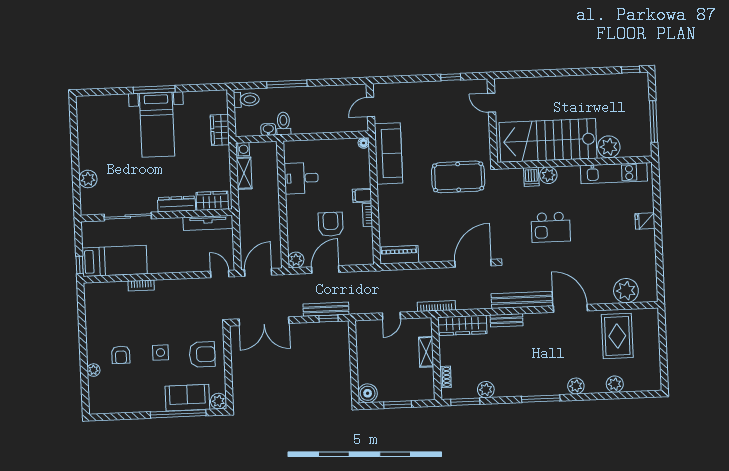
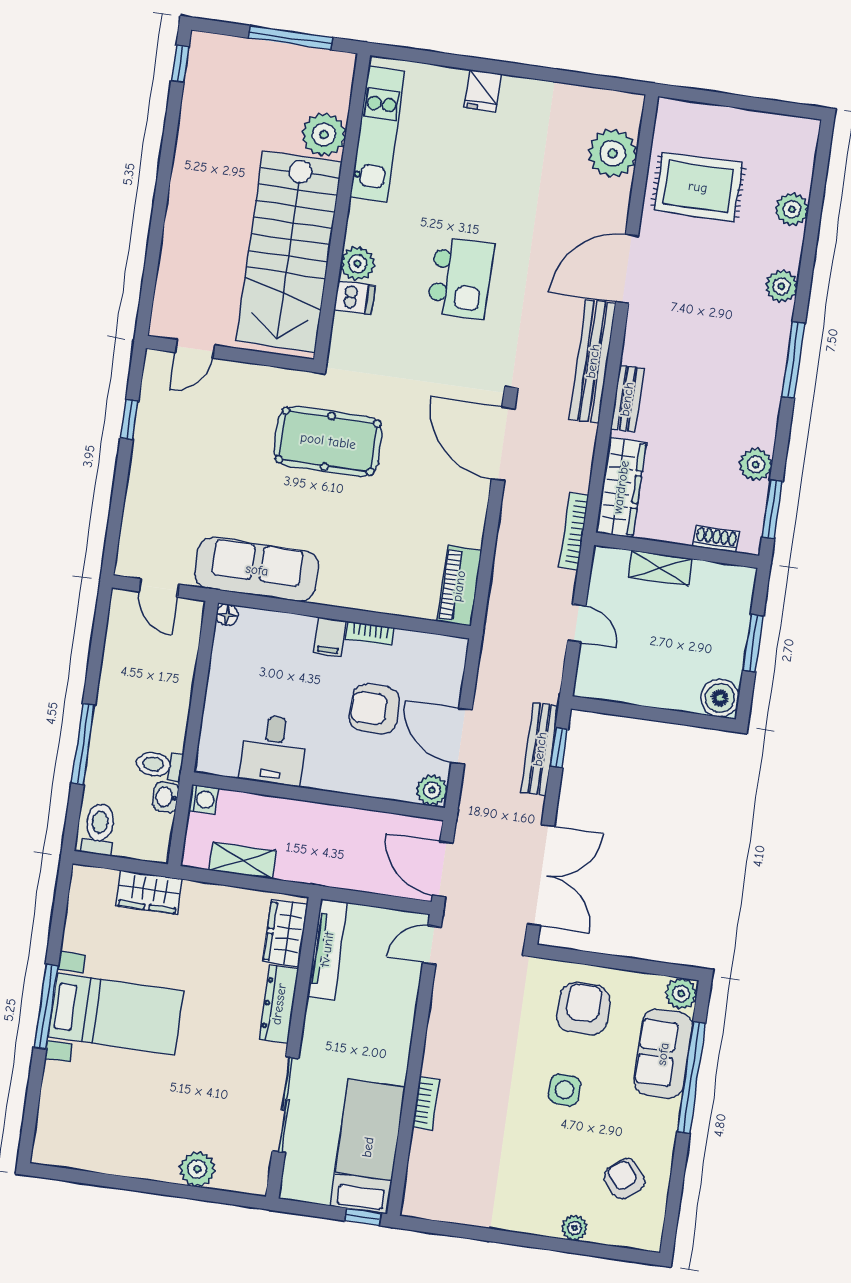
washing machine: (242, 149) -> (203, 799), moved, turned 90
pool table: (458, 177) -> (328, 441), turned 90
armchair: (121, 355) -> (624, 1179), moved, turned -131

